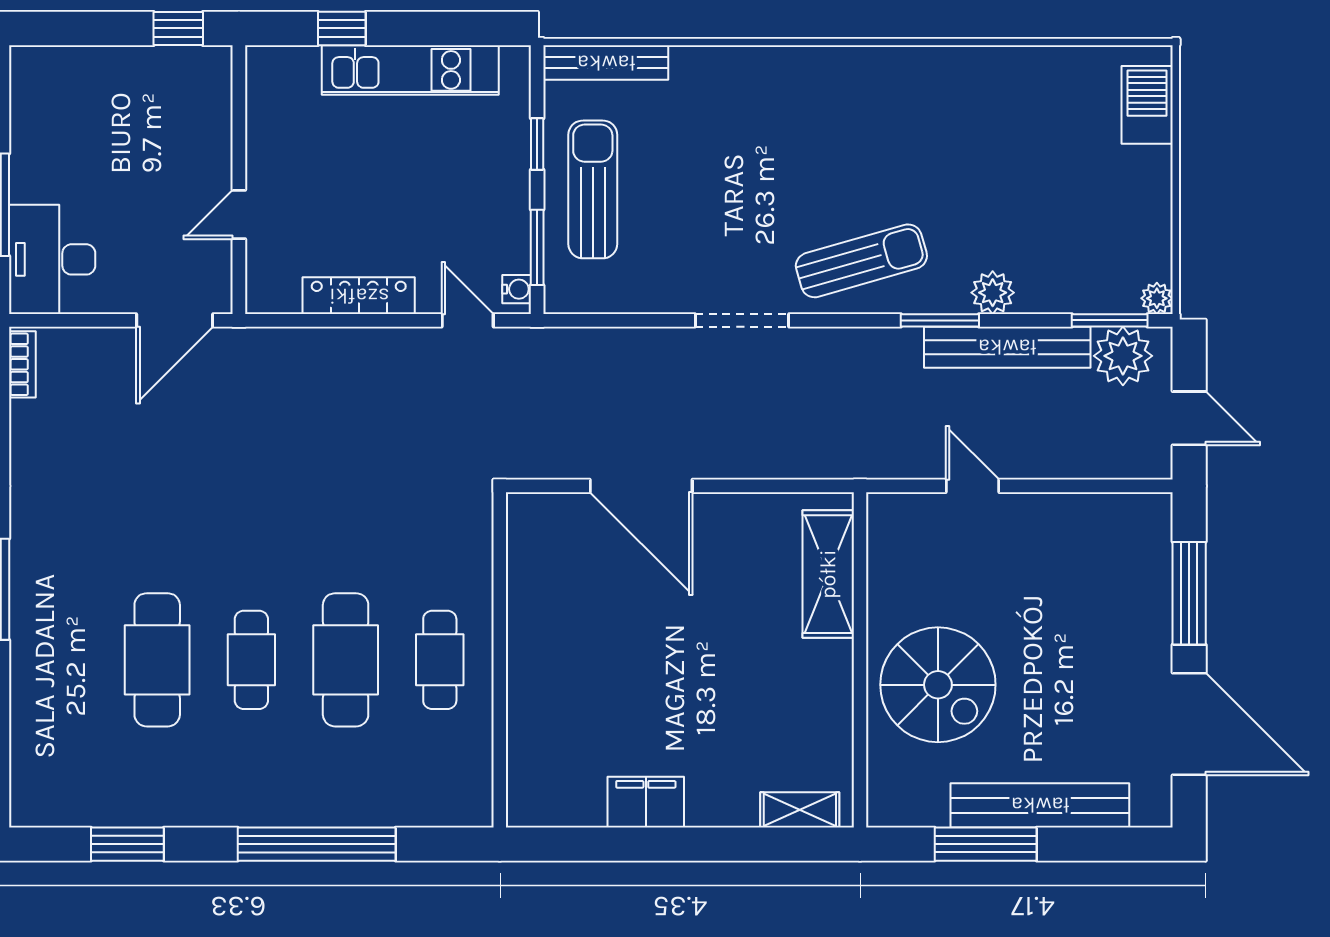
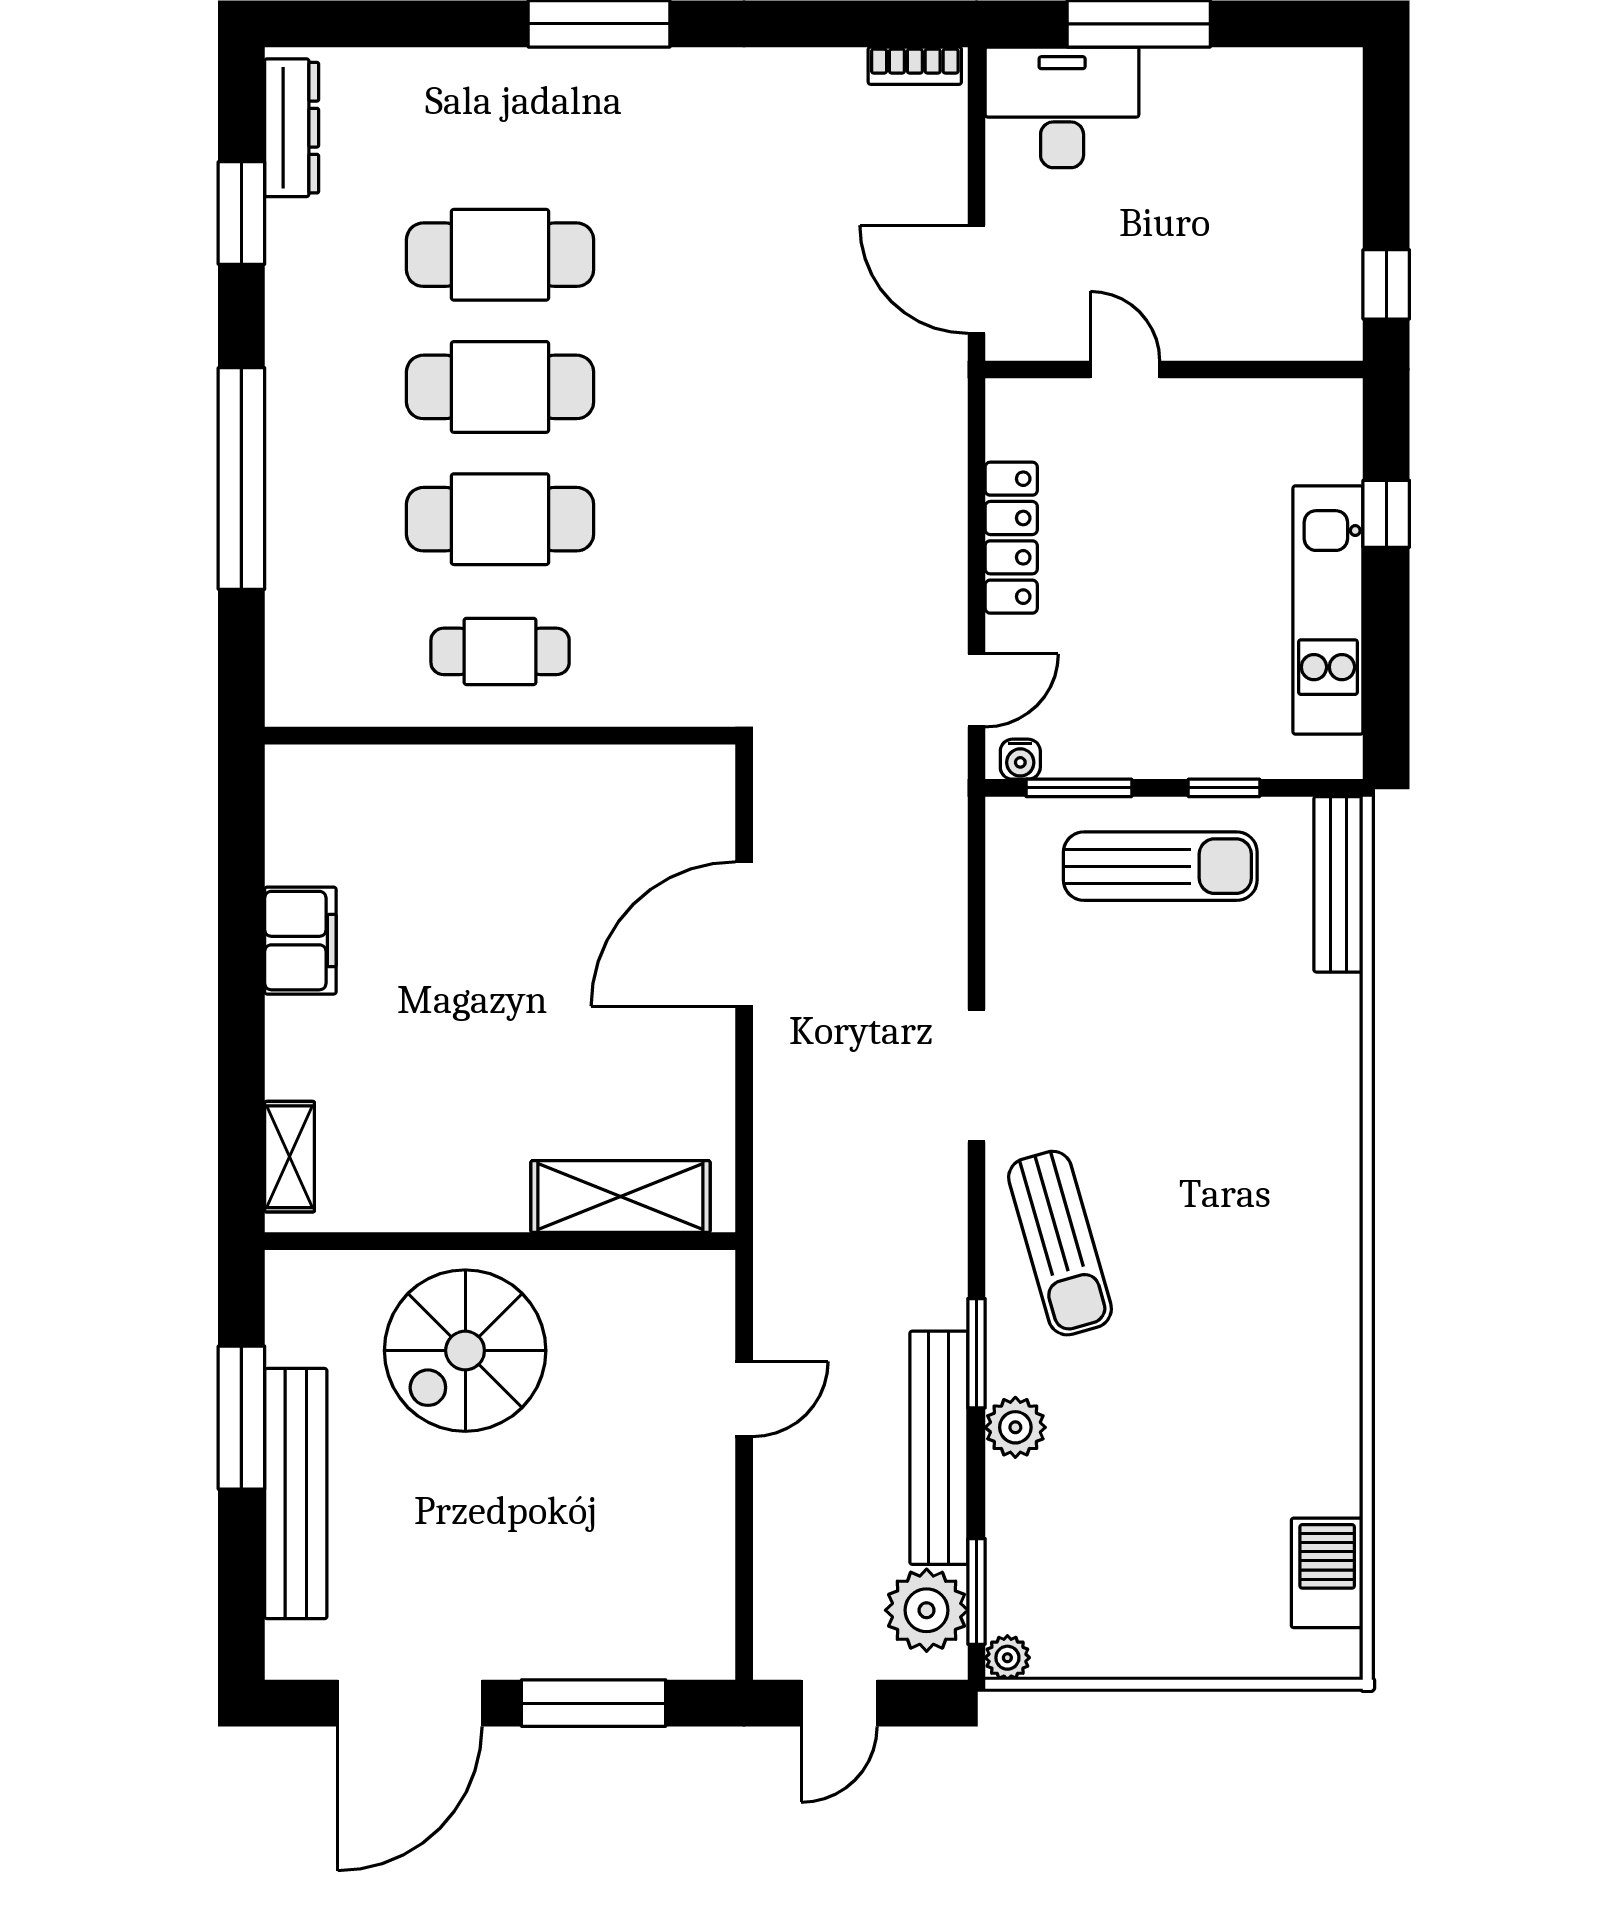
barbecue: (1147, 105) -> (1327, 1573), moved, turned -90
cafe table: (251, 660) -> (500, 387), width x1.37, depth x1.35
dresser: (67, 808) -> (292, 128), added

